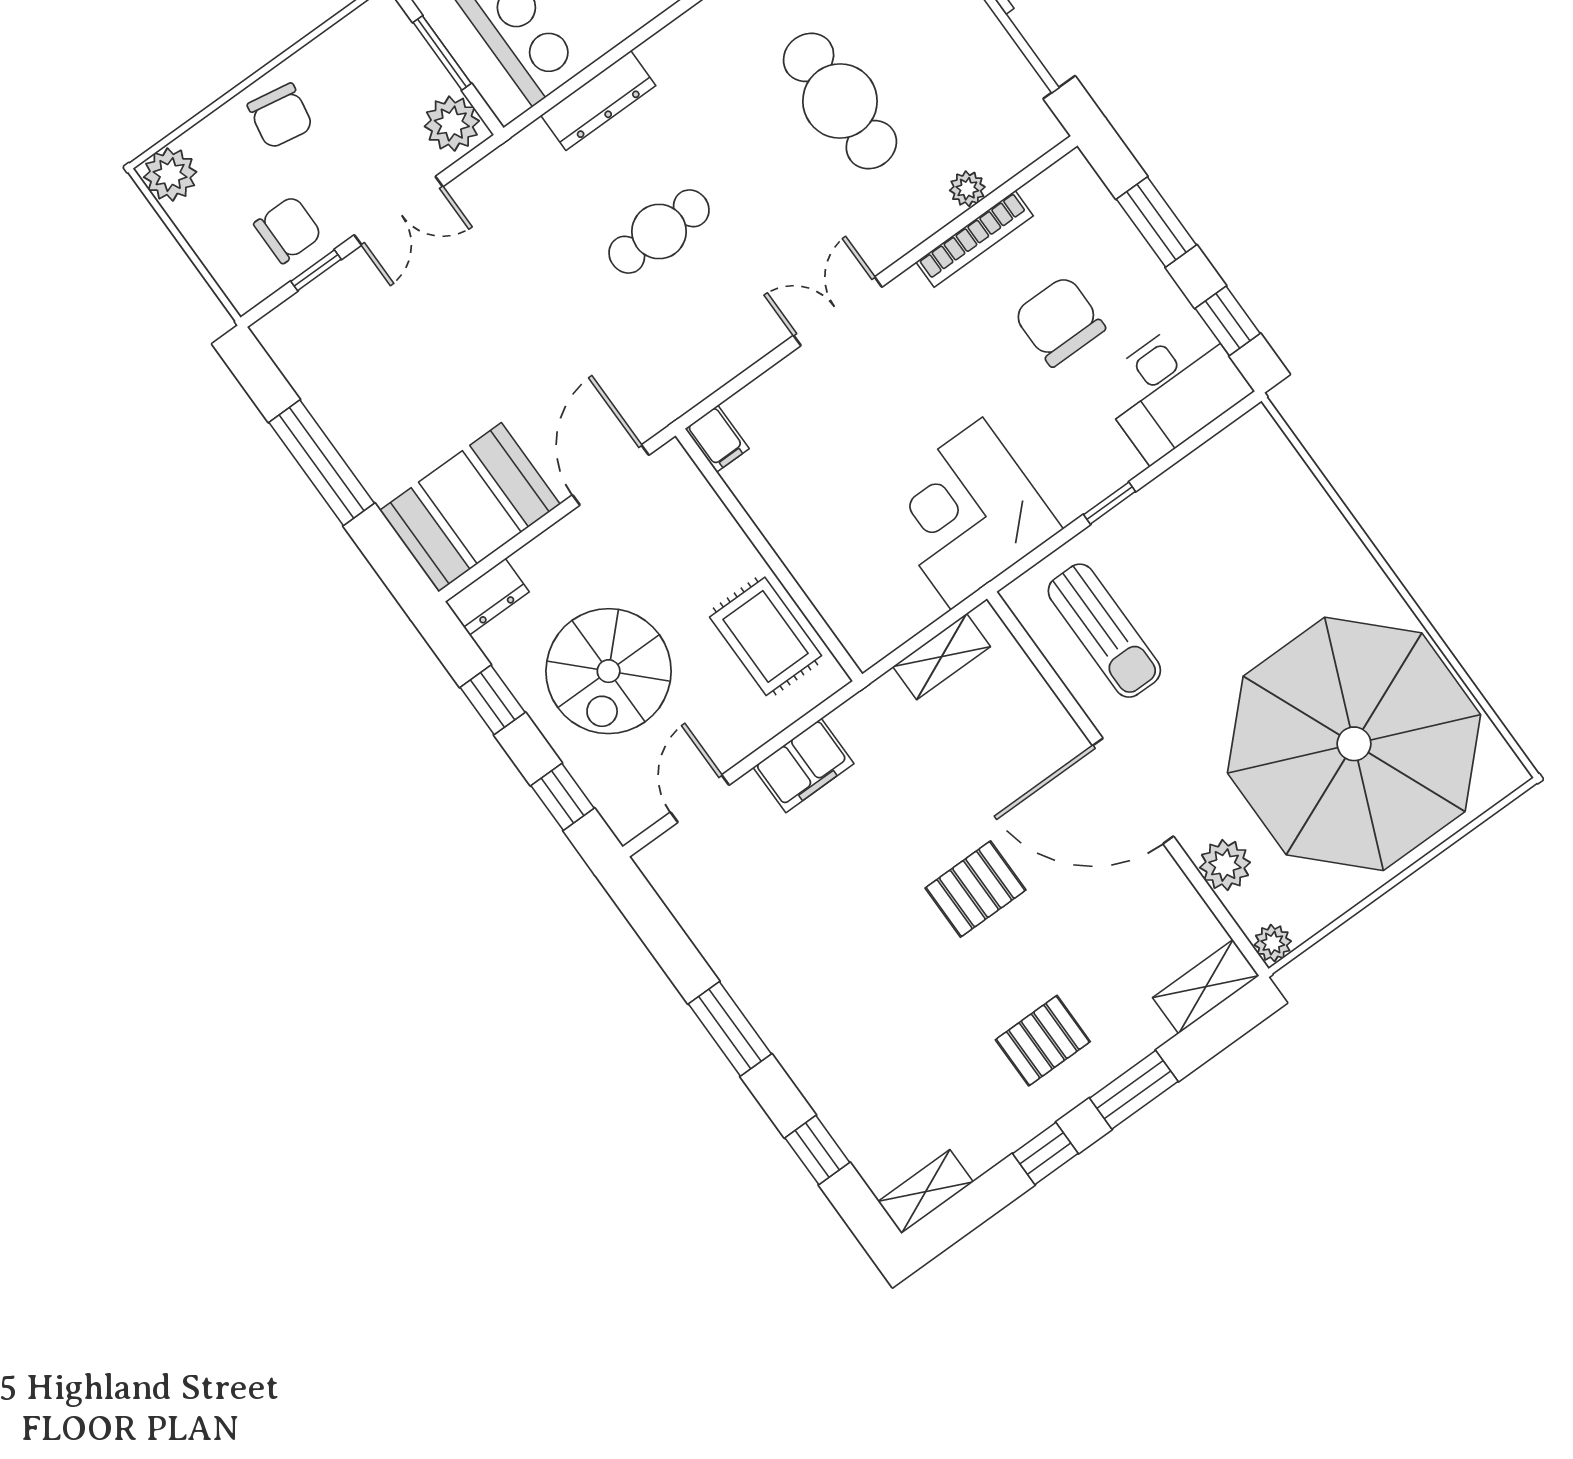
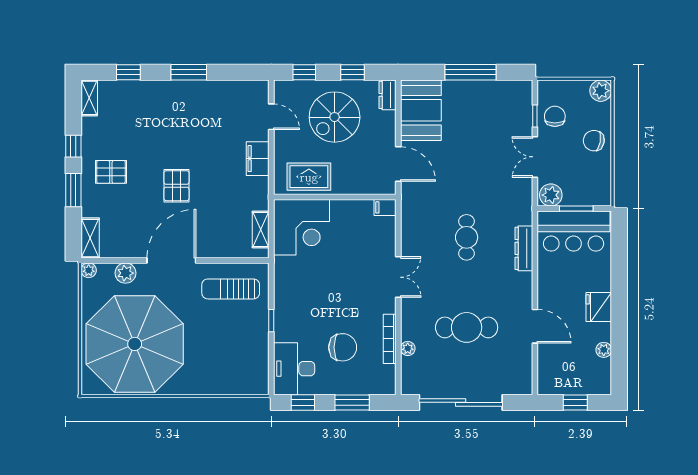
chair: (288, 229) -> (555, 116), turned 180
corner desk: (967, 514) -> (301, 227), moved, turned 90
spiral stairs: (609, 671) -> (335, 117), turned -90
pallet: (1043, 1041) -> (111, 172), turned 90

